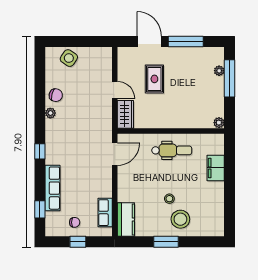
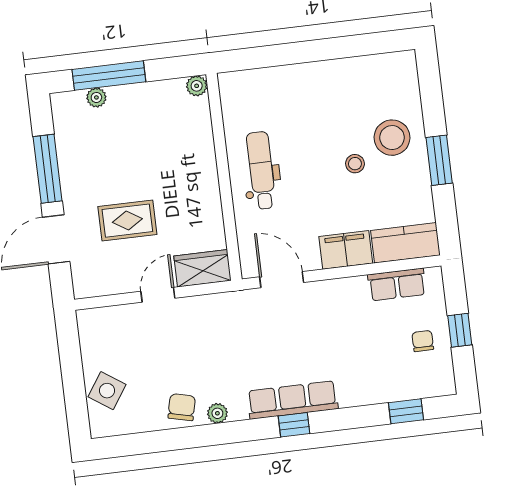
filing cabinet: (216, 168) -> (346, 250), moved, turned 180
row of seats: (53, 188) -> (293, 400), moved

